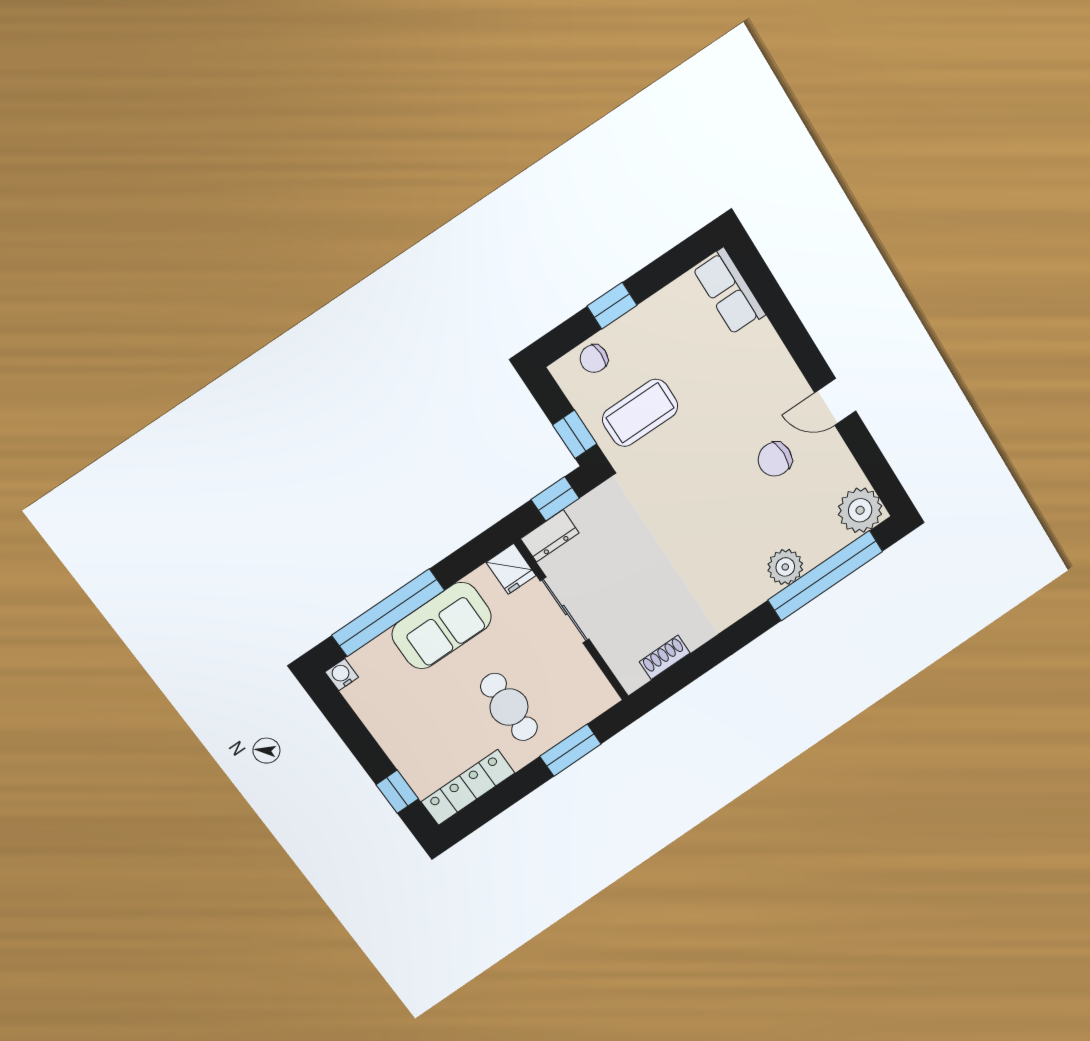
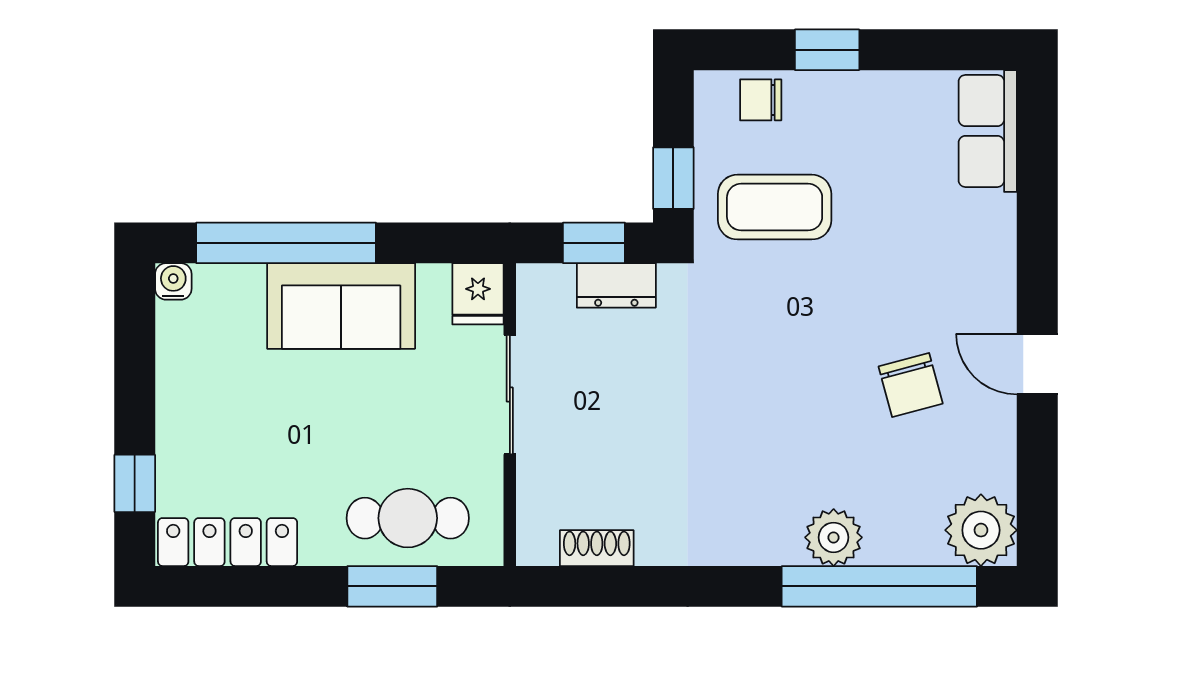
chair: (775, 459) -> (911, 385), turned -105
dresser: (550, 536) -> (616, 285), moved
cafe table: (509, 707) -> (408, 518), moved, turned 90

